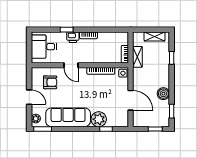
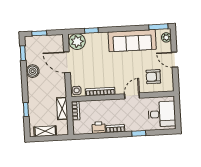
printer: (73, 37) -> (99, 128), moved
door: (71, 65) -> (132, 96), hinge flipped
plant: (99, 119) -> (77, 42), moved

